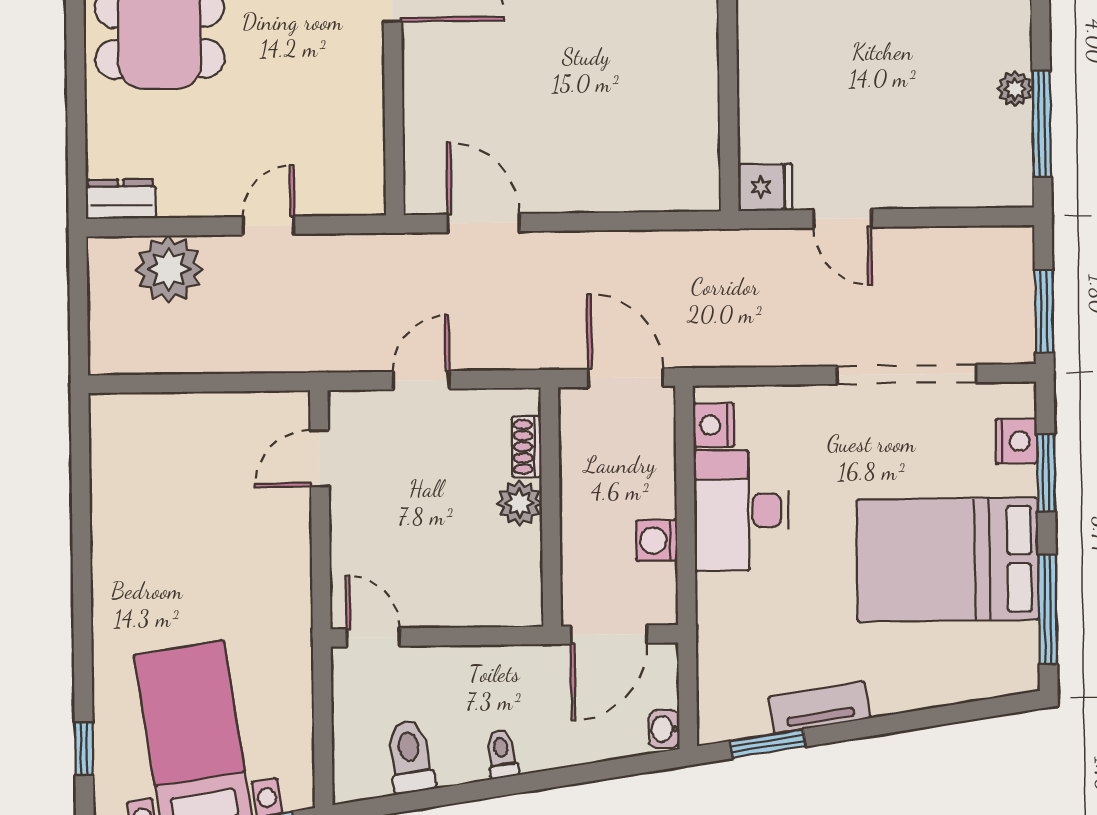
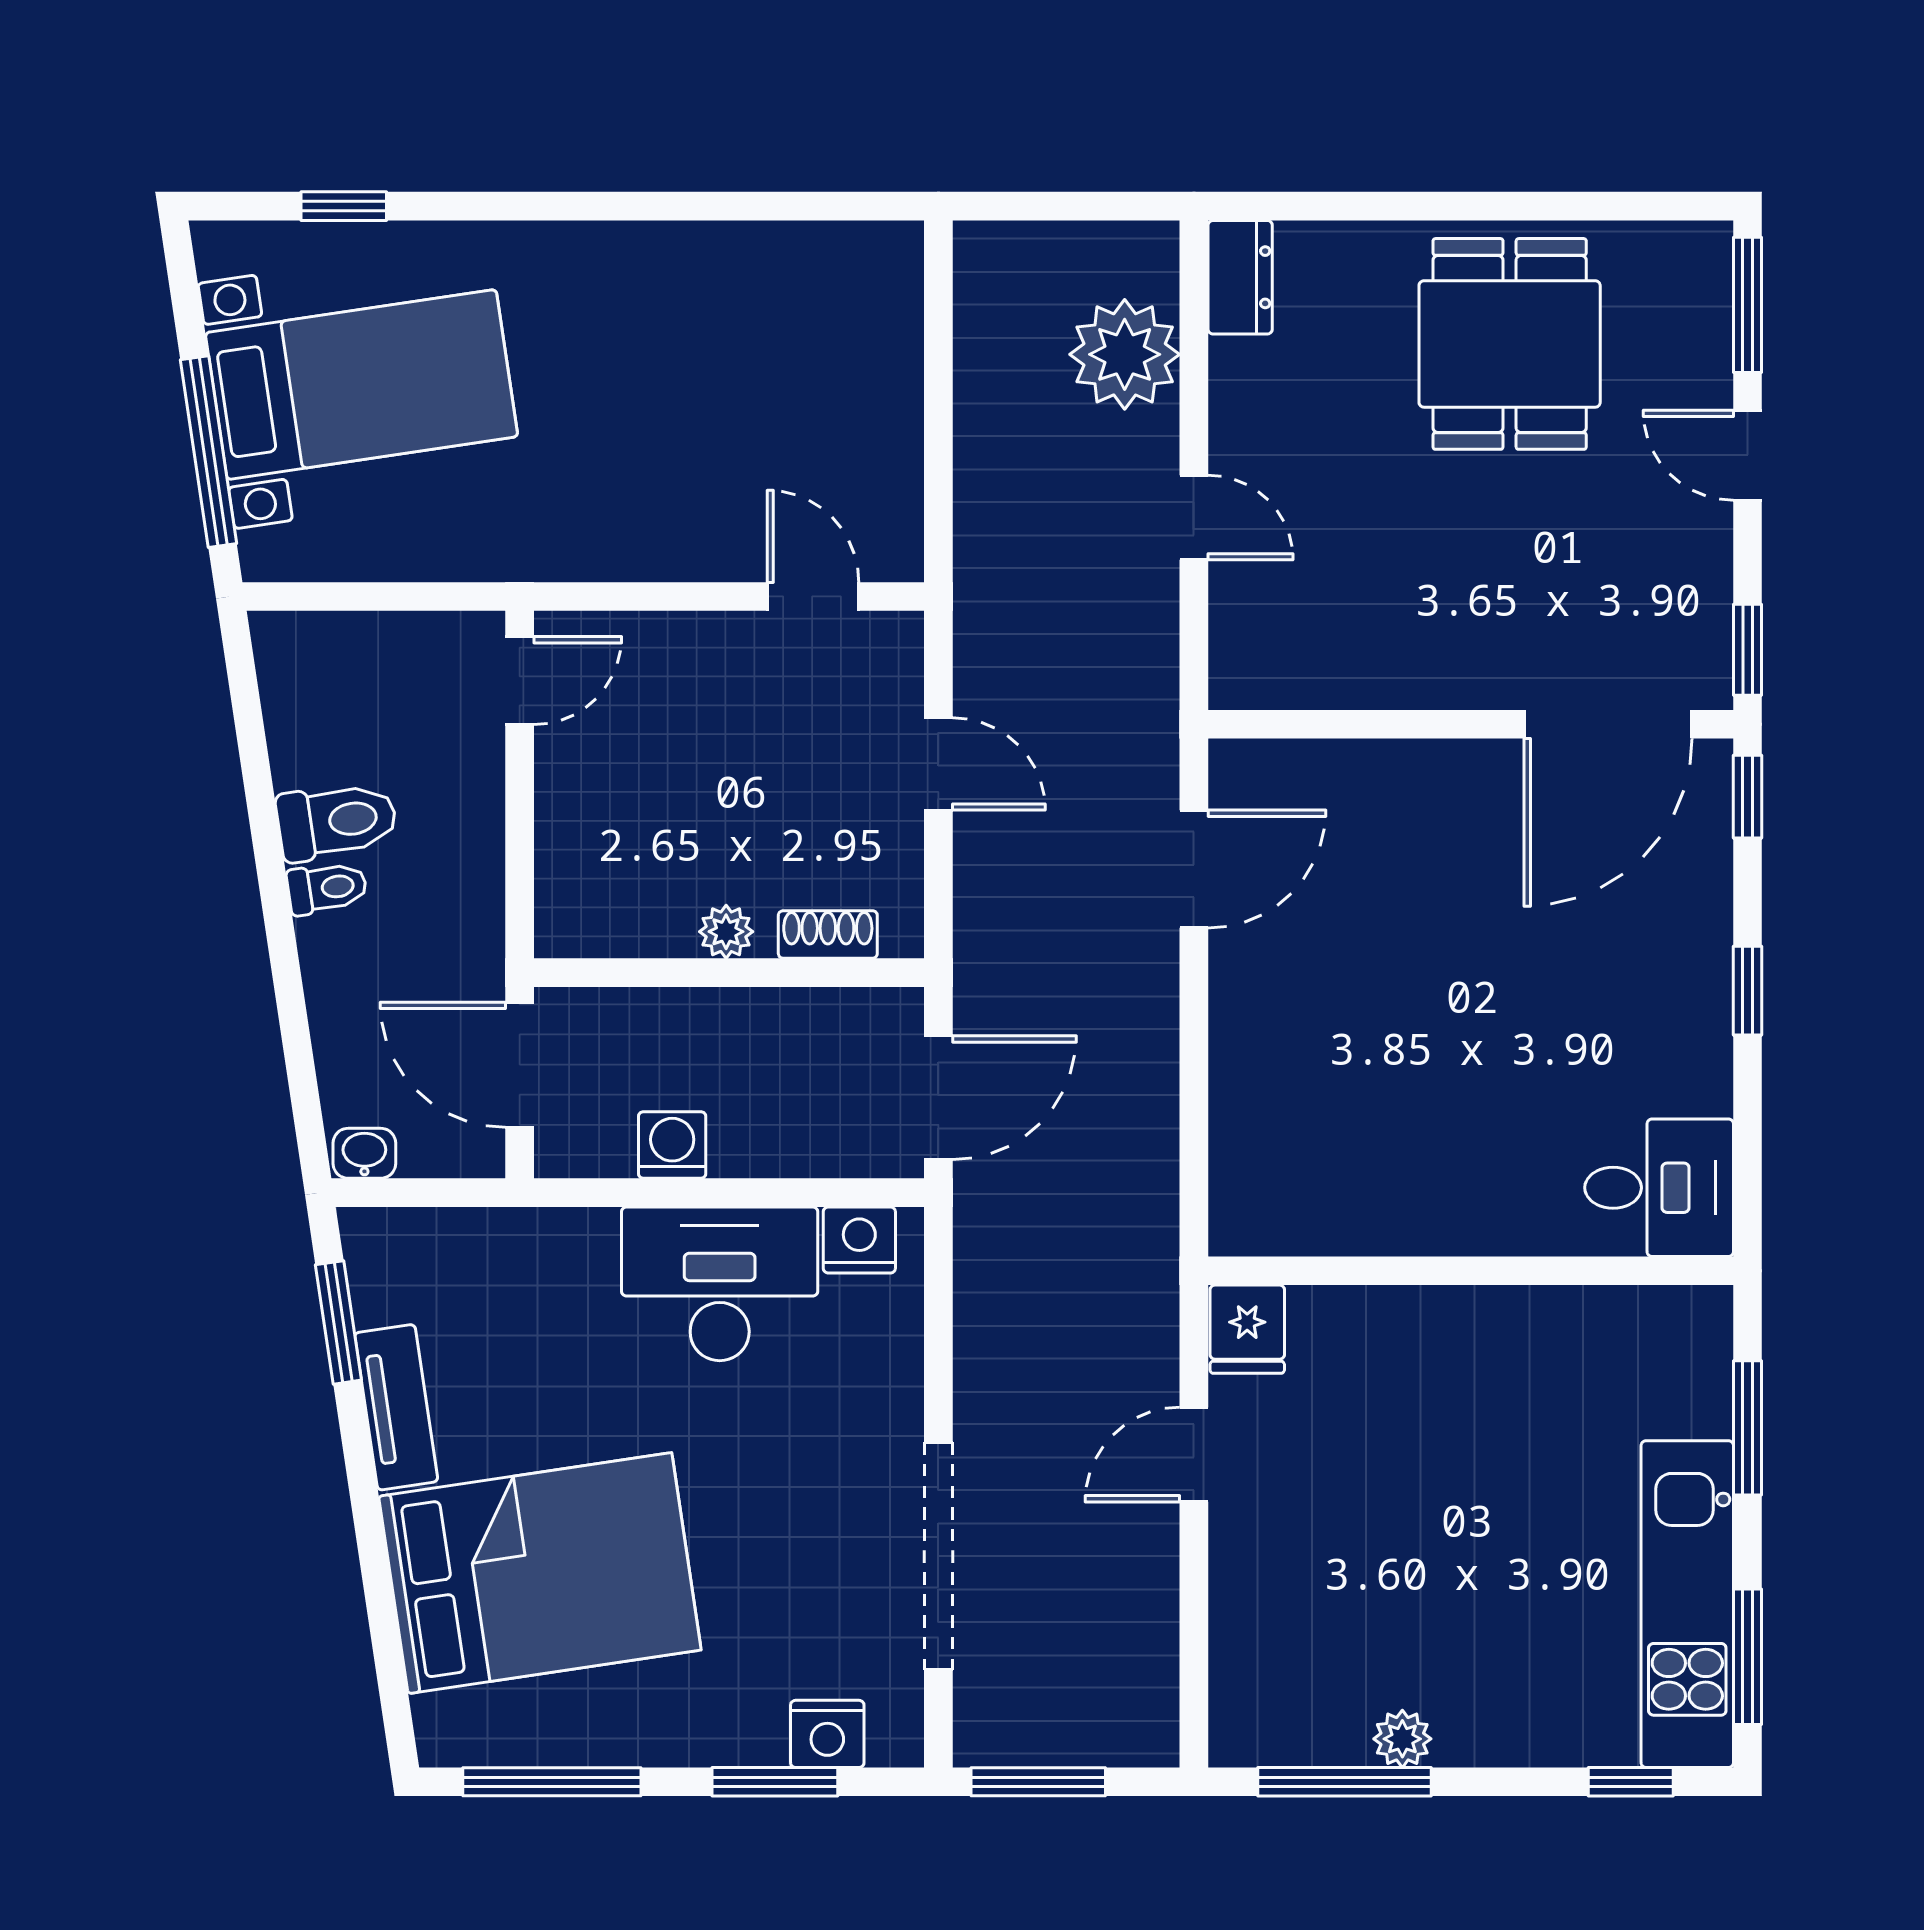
plant: (519, 503) -> (726, 932), width x0.73, depth x0.73
bed: (948, 560) -> (540, 1573), moved, turned 82
toilet: (410, 757) -> (337, 821), moved

